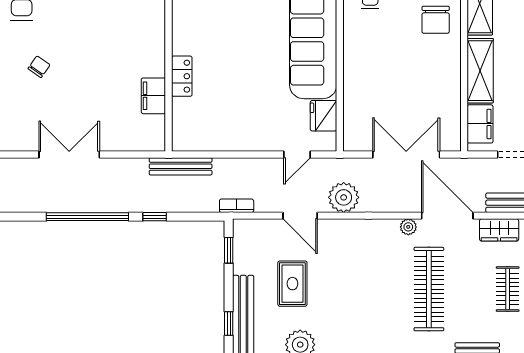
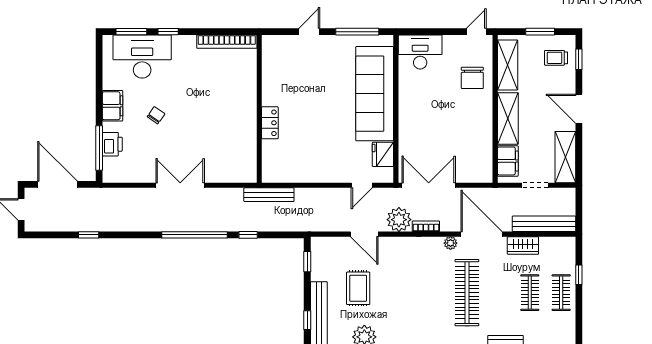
filing cabinet: (153, 96) -> (247, 138), removed
double door: (406, 154) -> (429, 185), moved
bookcase: (237, 206) -> (426, 226), moved

